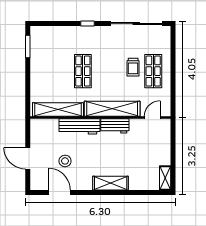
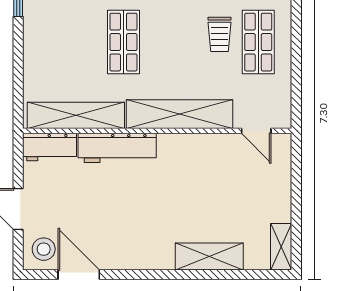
door: (152, 118) -> (256, 131), swing flipped
workbench: (115, 126) -> (49, 147), moved
stool: (65, 161) -> (44, 249), moved
shelving: (111, 183) -> (209, 257), moved

